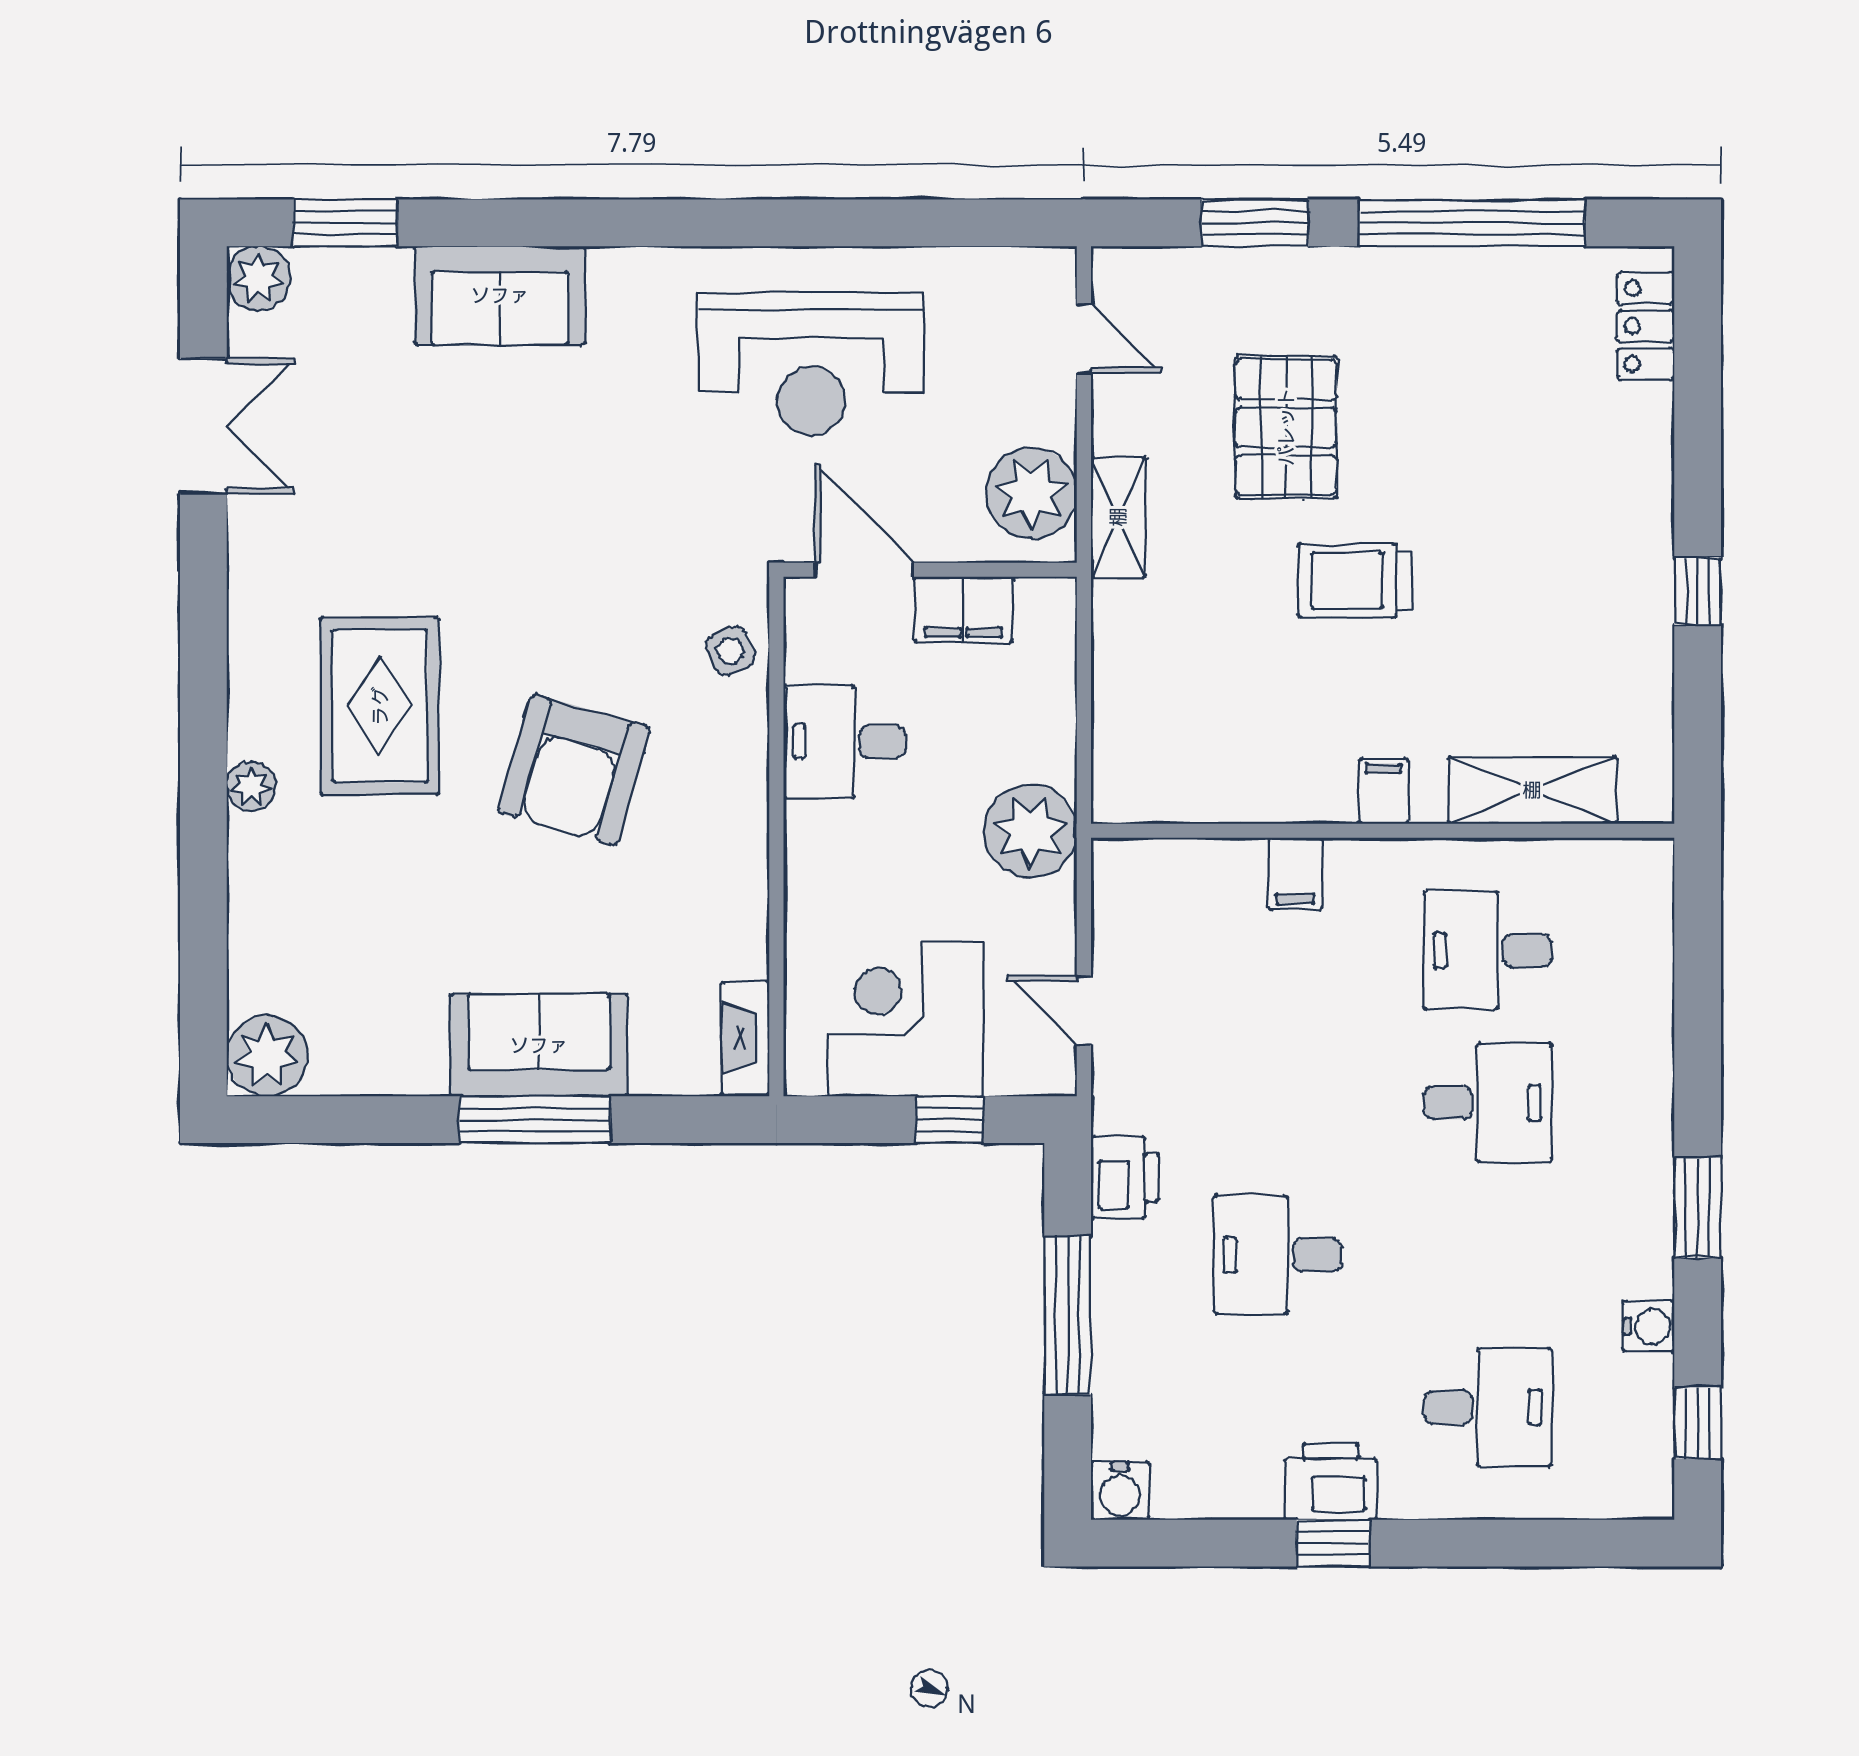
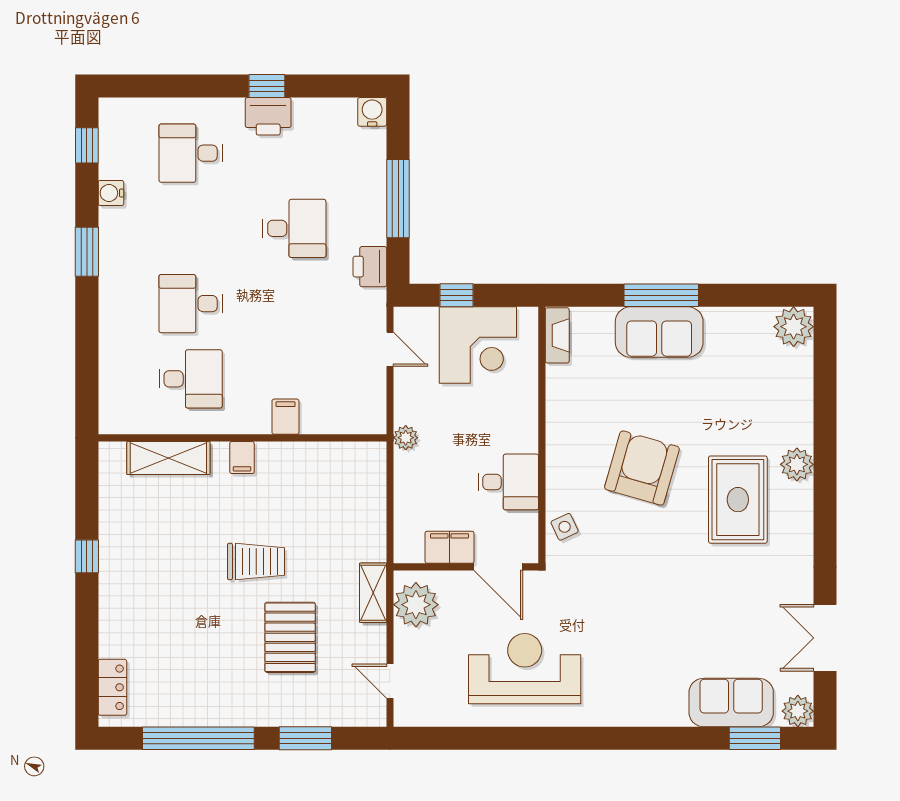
sofa: (500, 295) -> (731, 702), moved
plant: (251, 786) -> (797, 464), width x1.38, depth x1.38
plant: (1030, 831) -> (406, 438), width x0.53, depth x0.53

